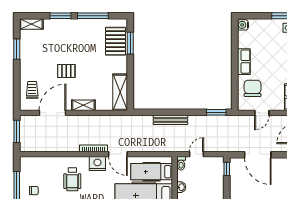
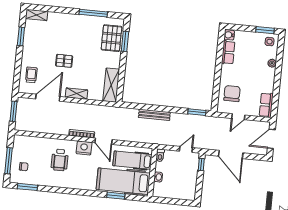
window: (60, 16) -> (64, 10), removed
row of seats: (244, 62) -> (228, 52), moved
door: (196, 154) -> (186, 149), moved

